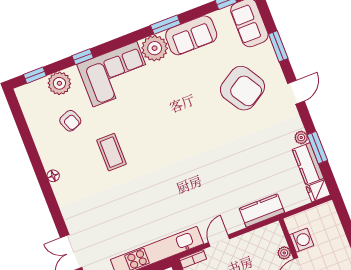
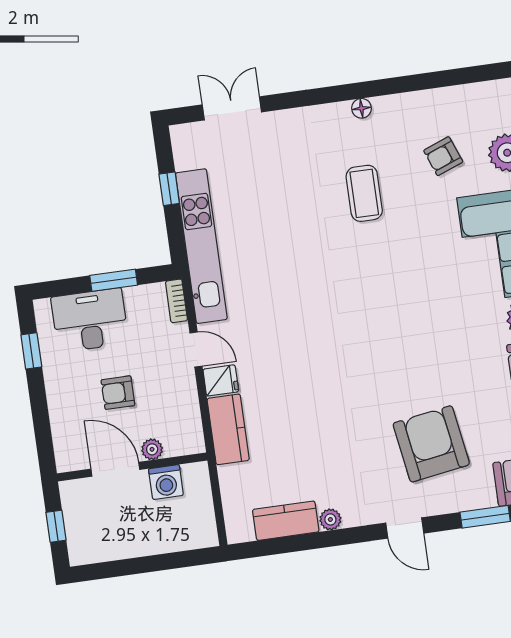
armchair: (242, 88) -> (431, 444), turned 113
window: (317, 148) -> (308, 542), removed
coffee table: (111, 152) -> (364, 193), moved, turned 90
fridge: (318, 191) -> (221, 380), moved, turned 90

